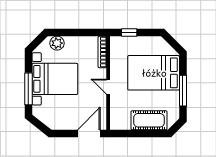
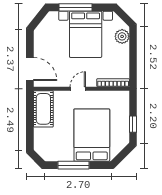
window: (129, 32) -> (133, 124), moved
cot: (149, 120) -> (43, 109), moved

